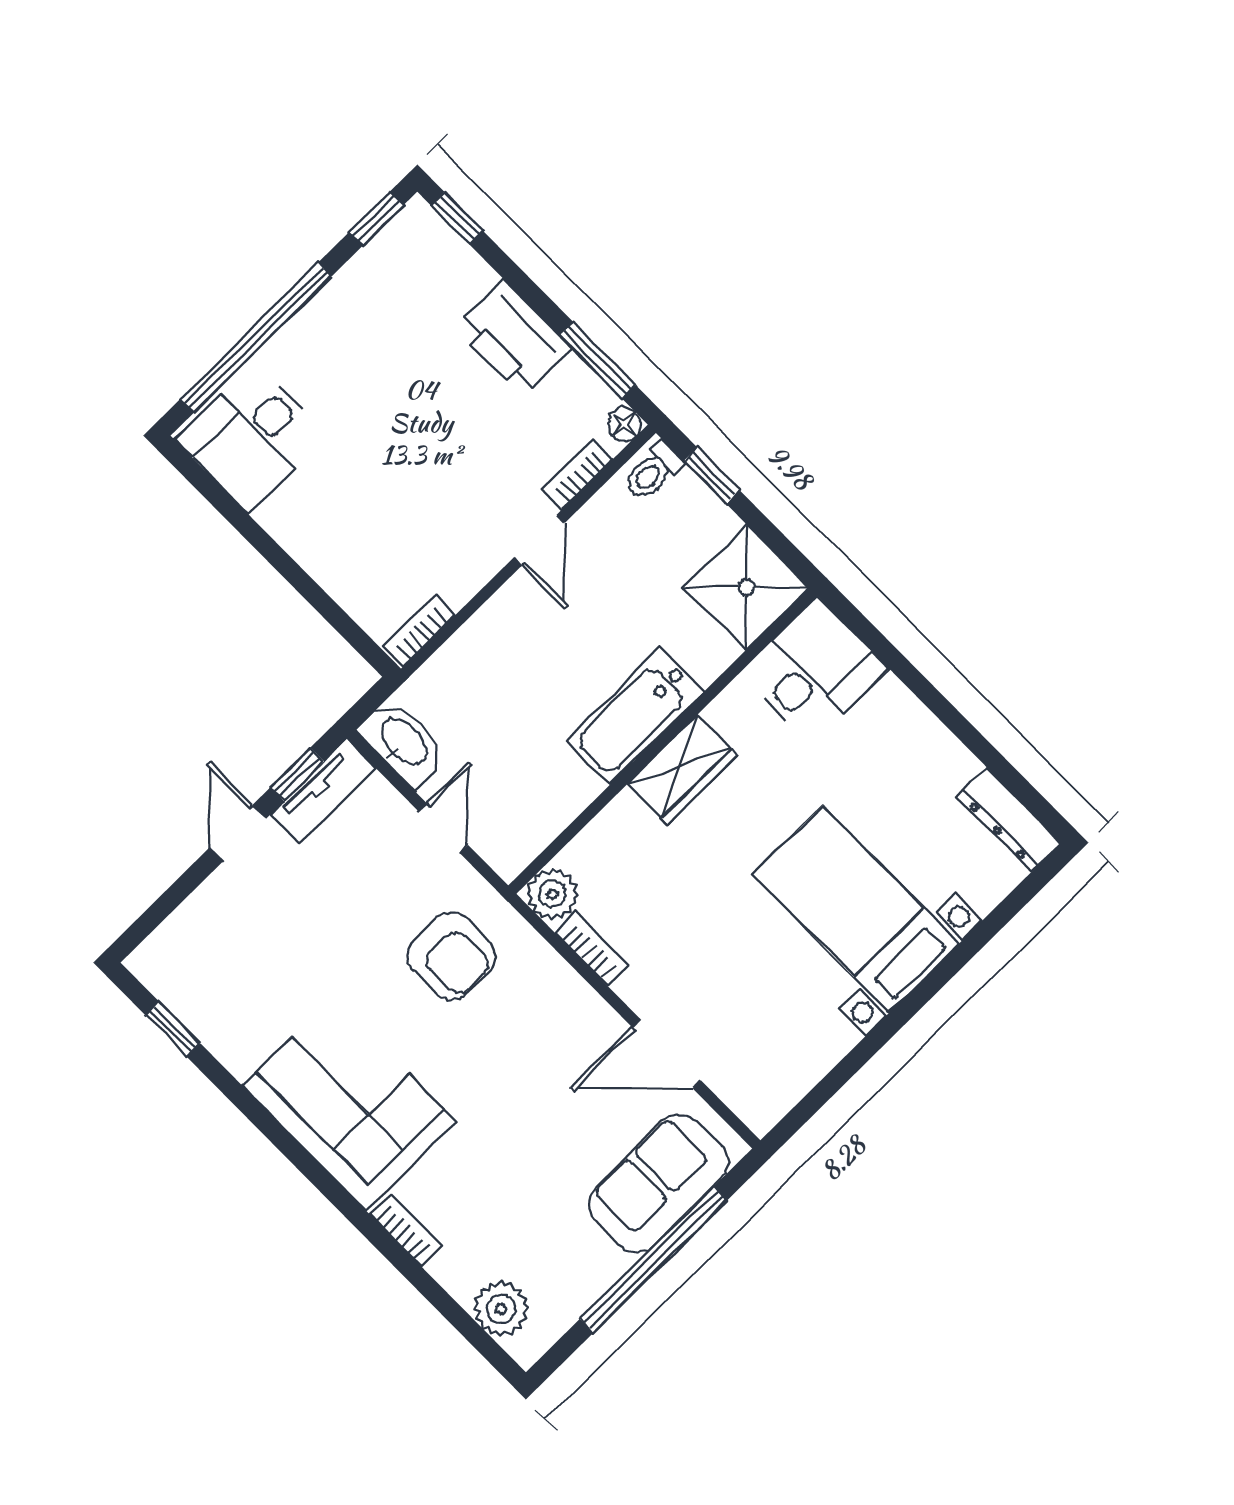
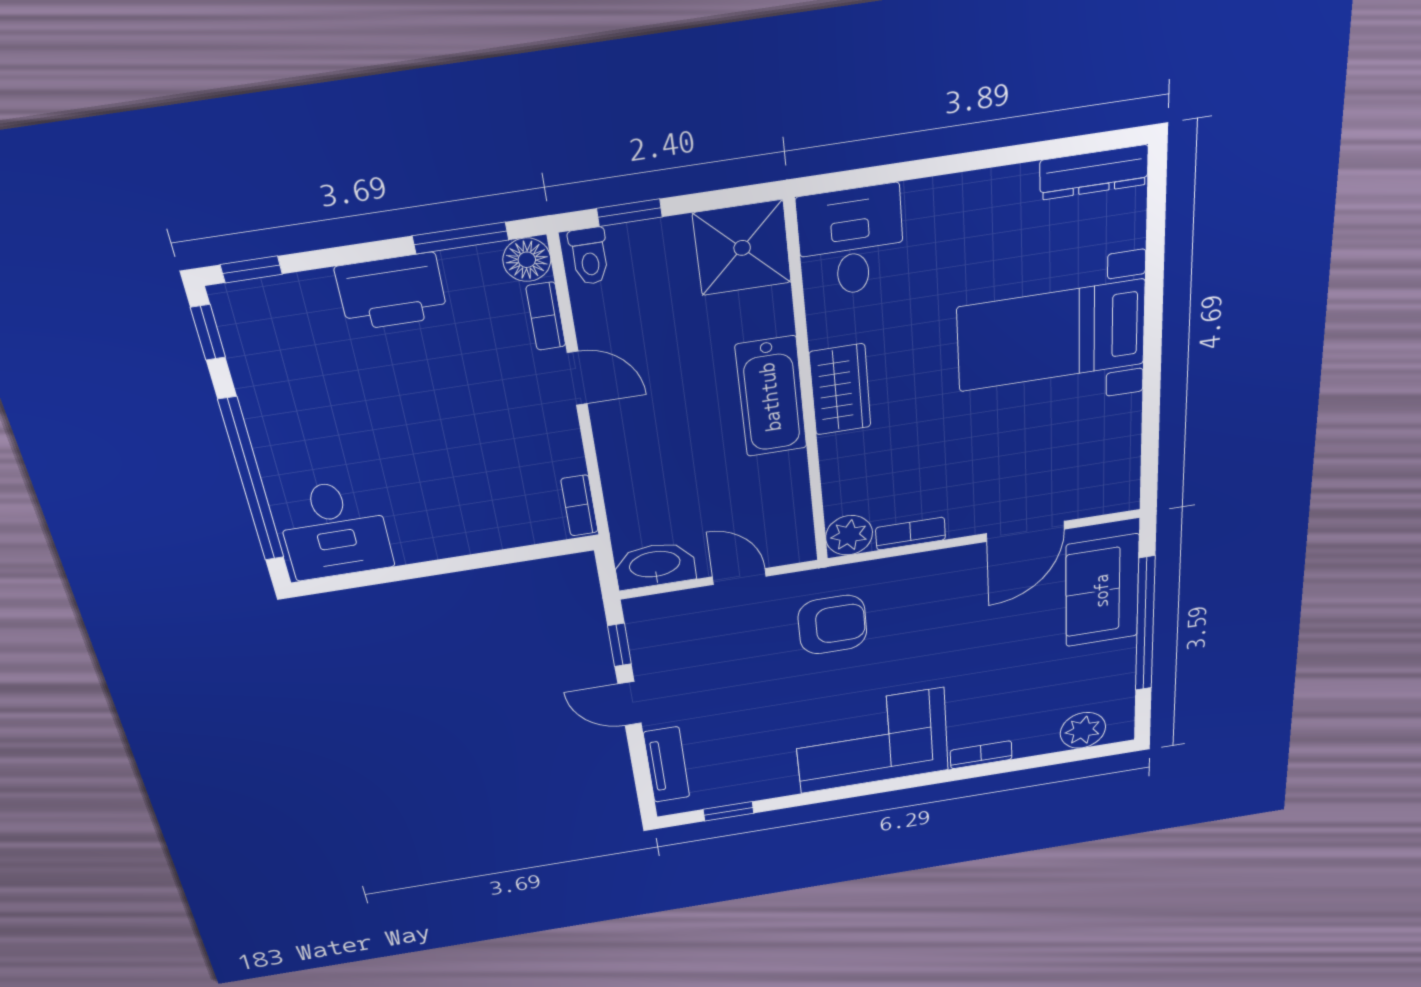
floor lamp: (624, 425) -> (527, 260), width x1.37, depth x1.37
tv unit: (323, 791) -> (667, 765), moved

